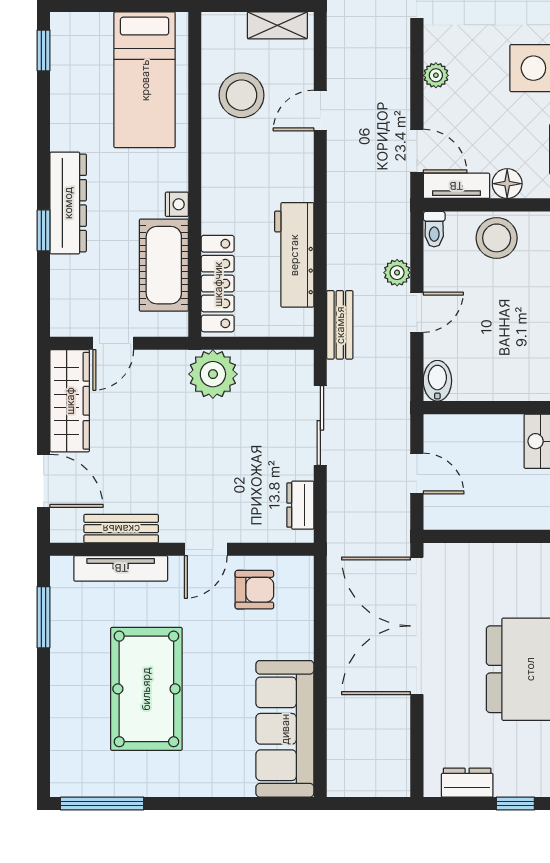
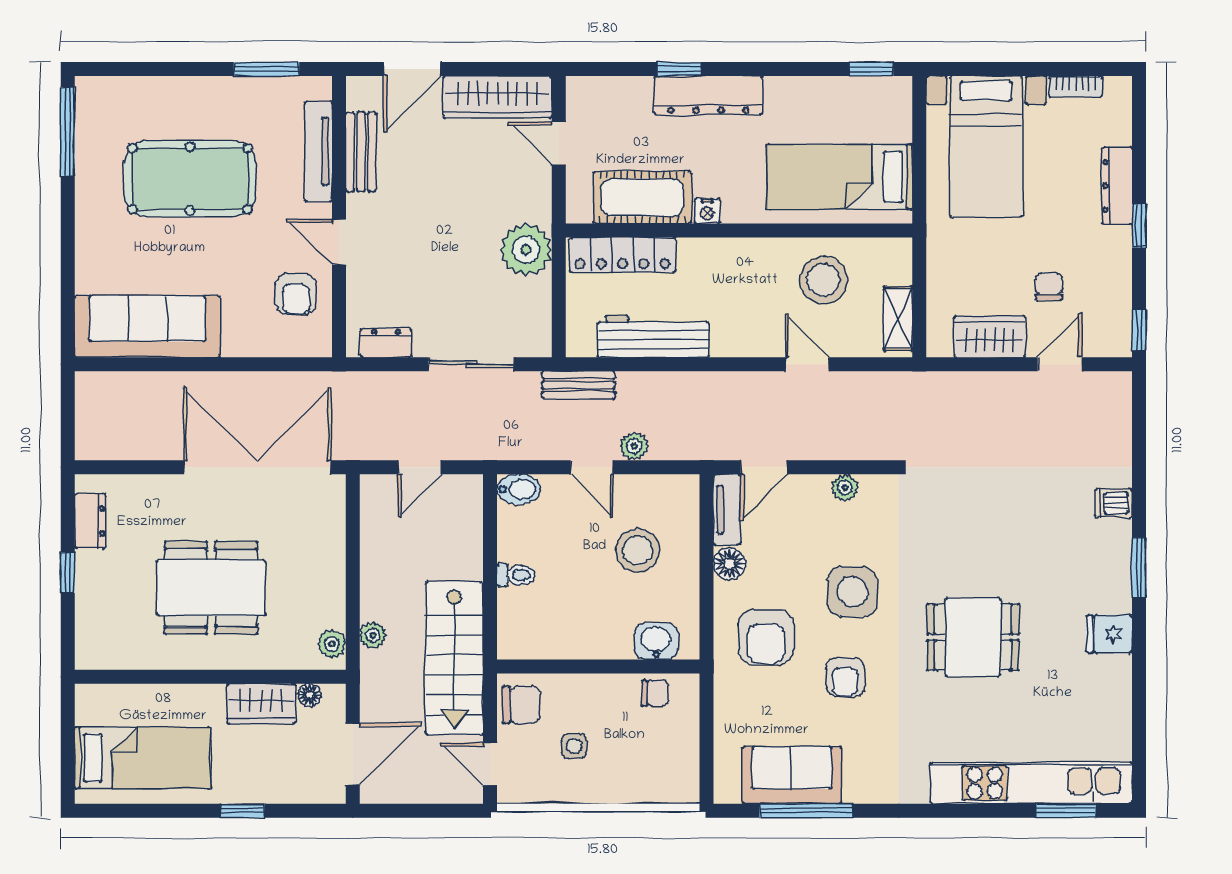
toilet: (434, 229) -> (516, 575), moved, turned 180
stool: (497, 238) -> (638, 550), moved

